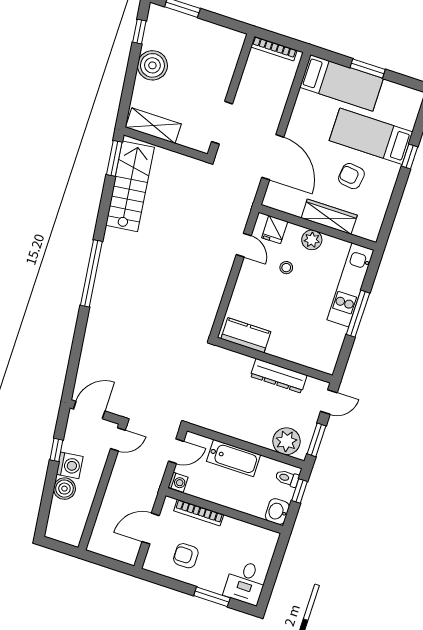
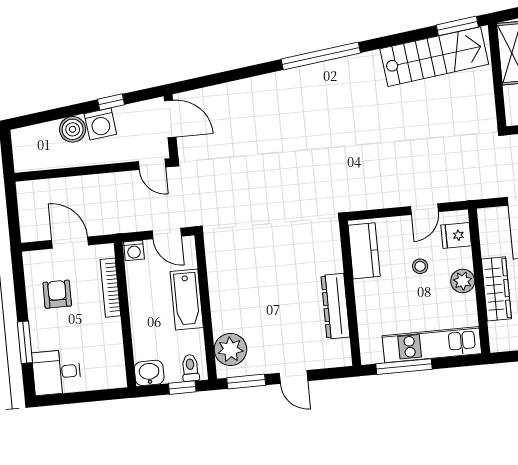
kitchen counter: (246, 335) -> (364, 251), moved
wall: (274, 360) -> (350, 293), moved
dresser: (279, 376) -> (335, 306), moved

